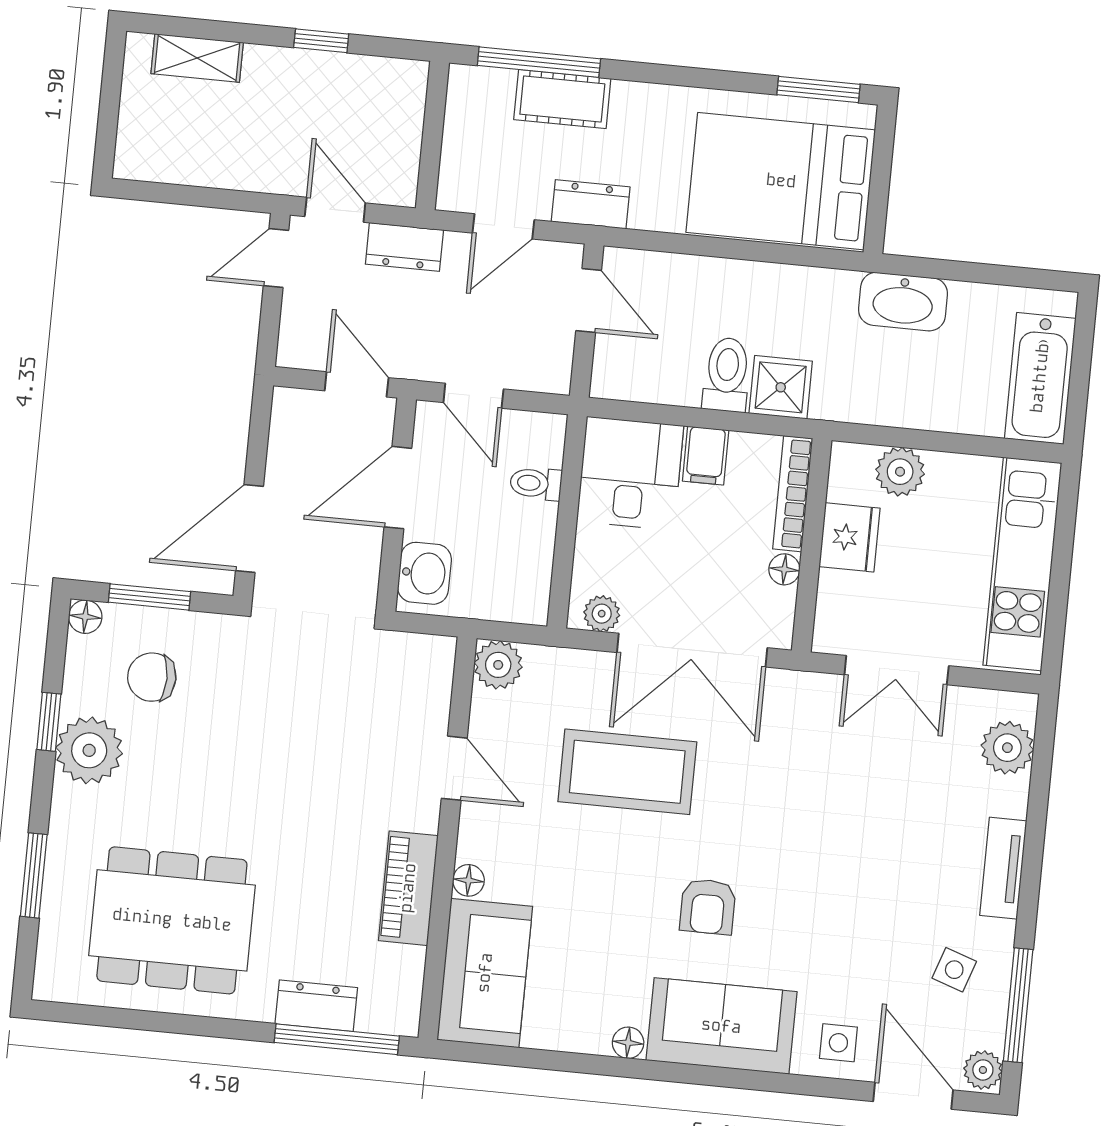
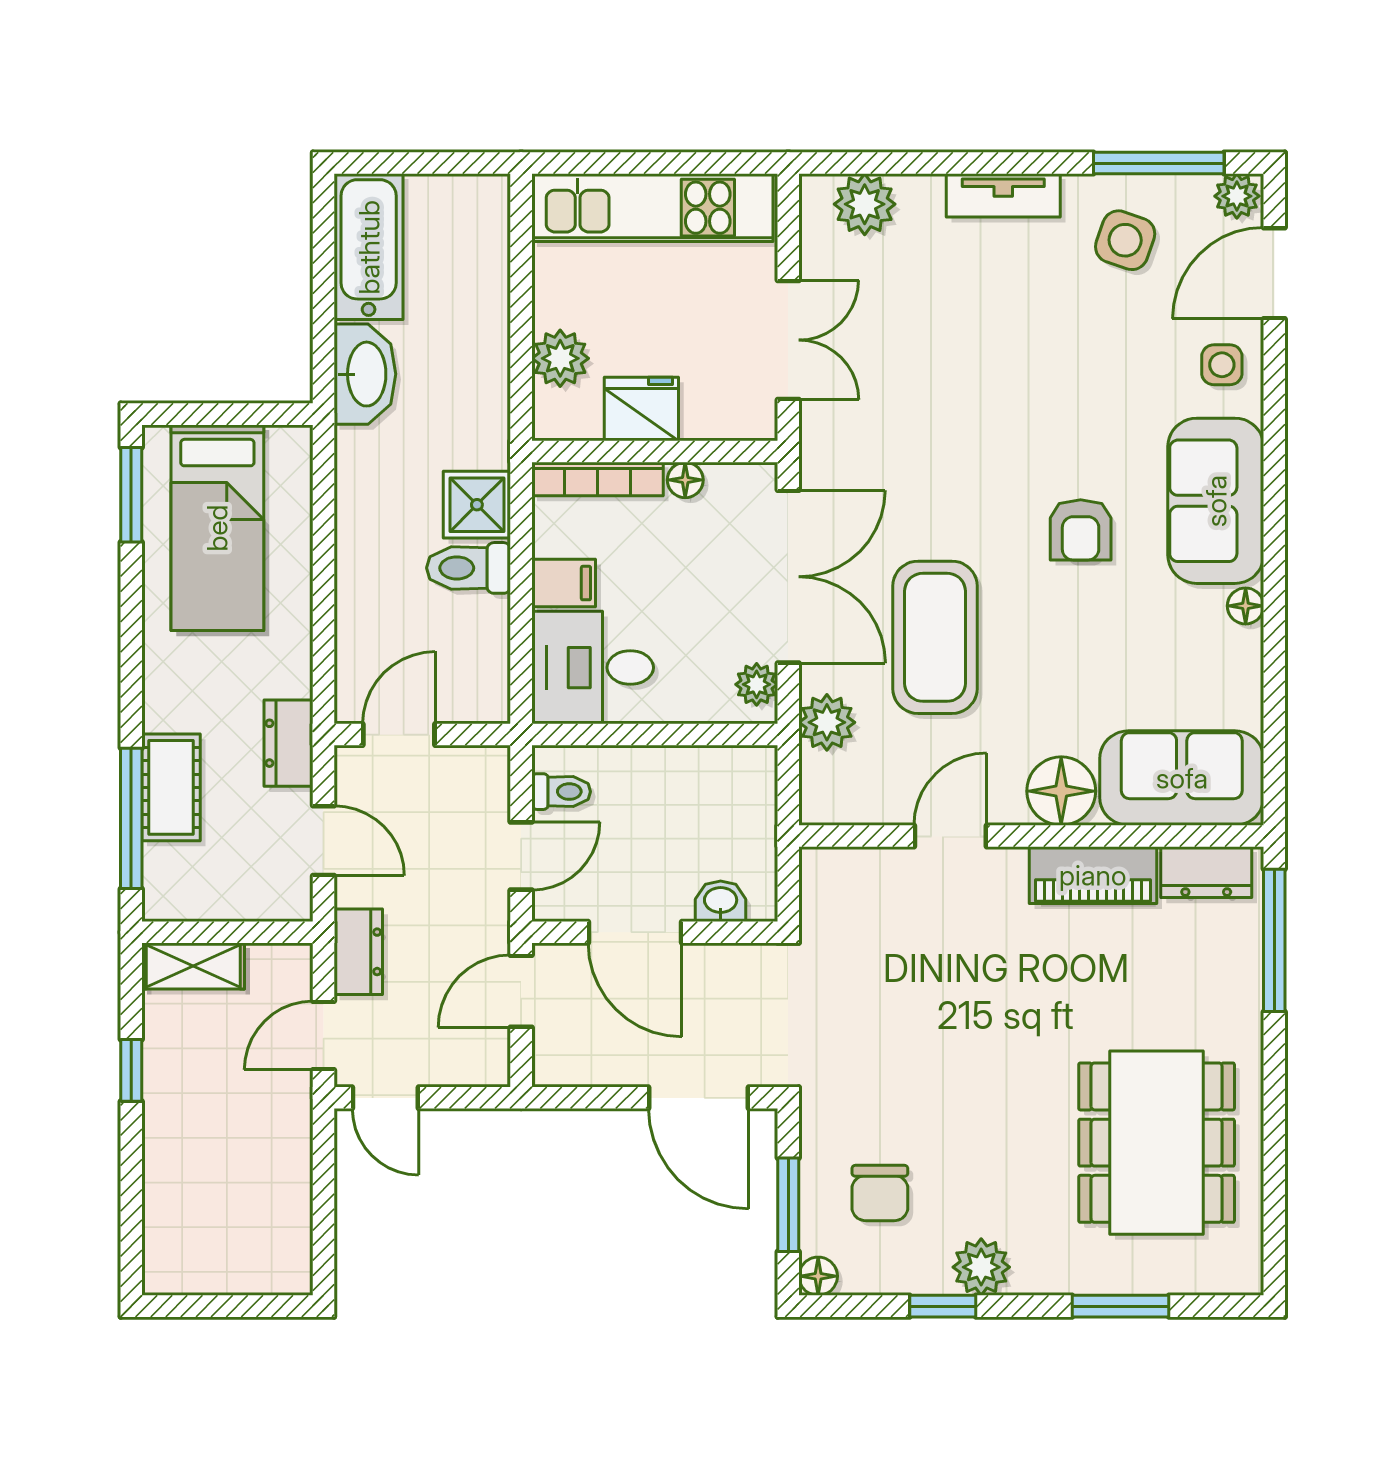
shelving: (197, 58) -> (193, 966), moved, turned 90
bed: (781, 181) -> (217, 528), width x0.67
bathtub: (1040, 378) -> (369, 247), moved, turned -90
toilet: (536, 483) -> (561, 792), moved, turned -90
washbasin: (424, 573) -> (721, 901), width x0.72, depth x0.69
plant: (498, 665) -> (827, 722), moved
plant: (89, 750) -> (981, 1267), width x0.73, depth x0.73
floor lamp: (468, 880) -> (1061, 791), width x1.89, depth x1.89
armchair: (708, 907) -> (1081, 530), turned 90
side table: (954, 970) -> (1125, 240), width x1.37, depth x1.37
dresser: (316, 1006) -> (1206, 872), moved, turned -90

